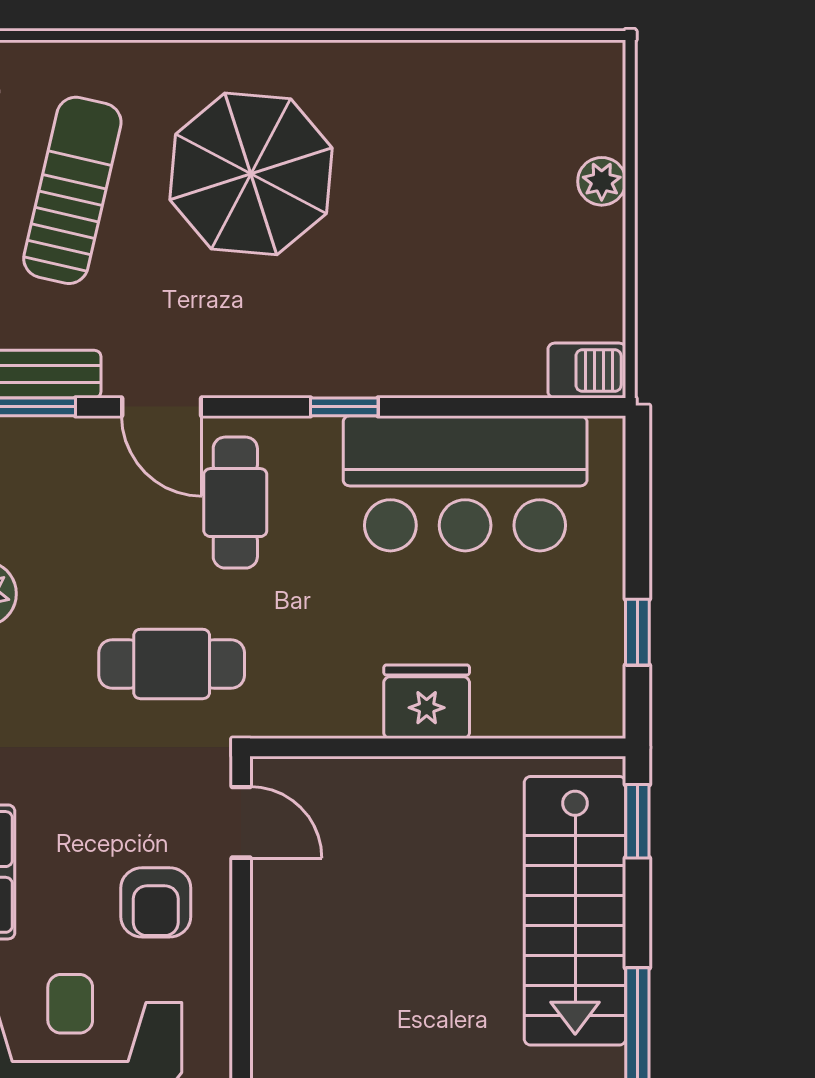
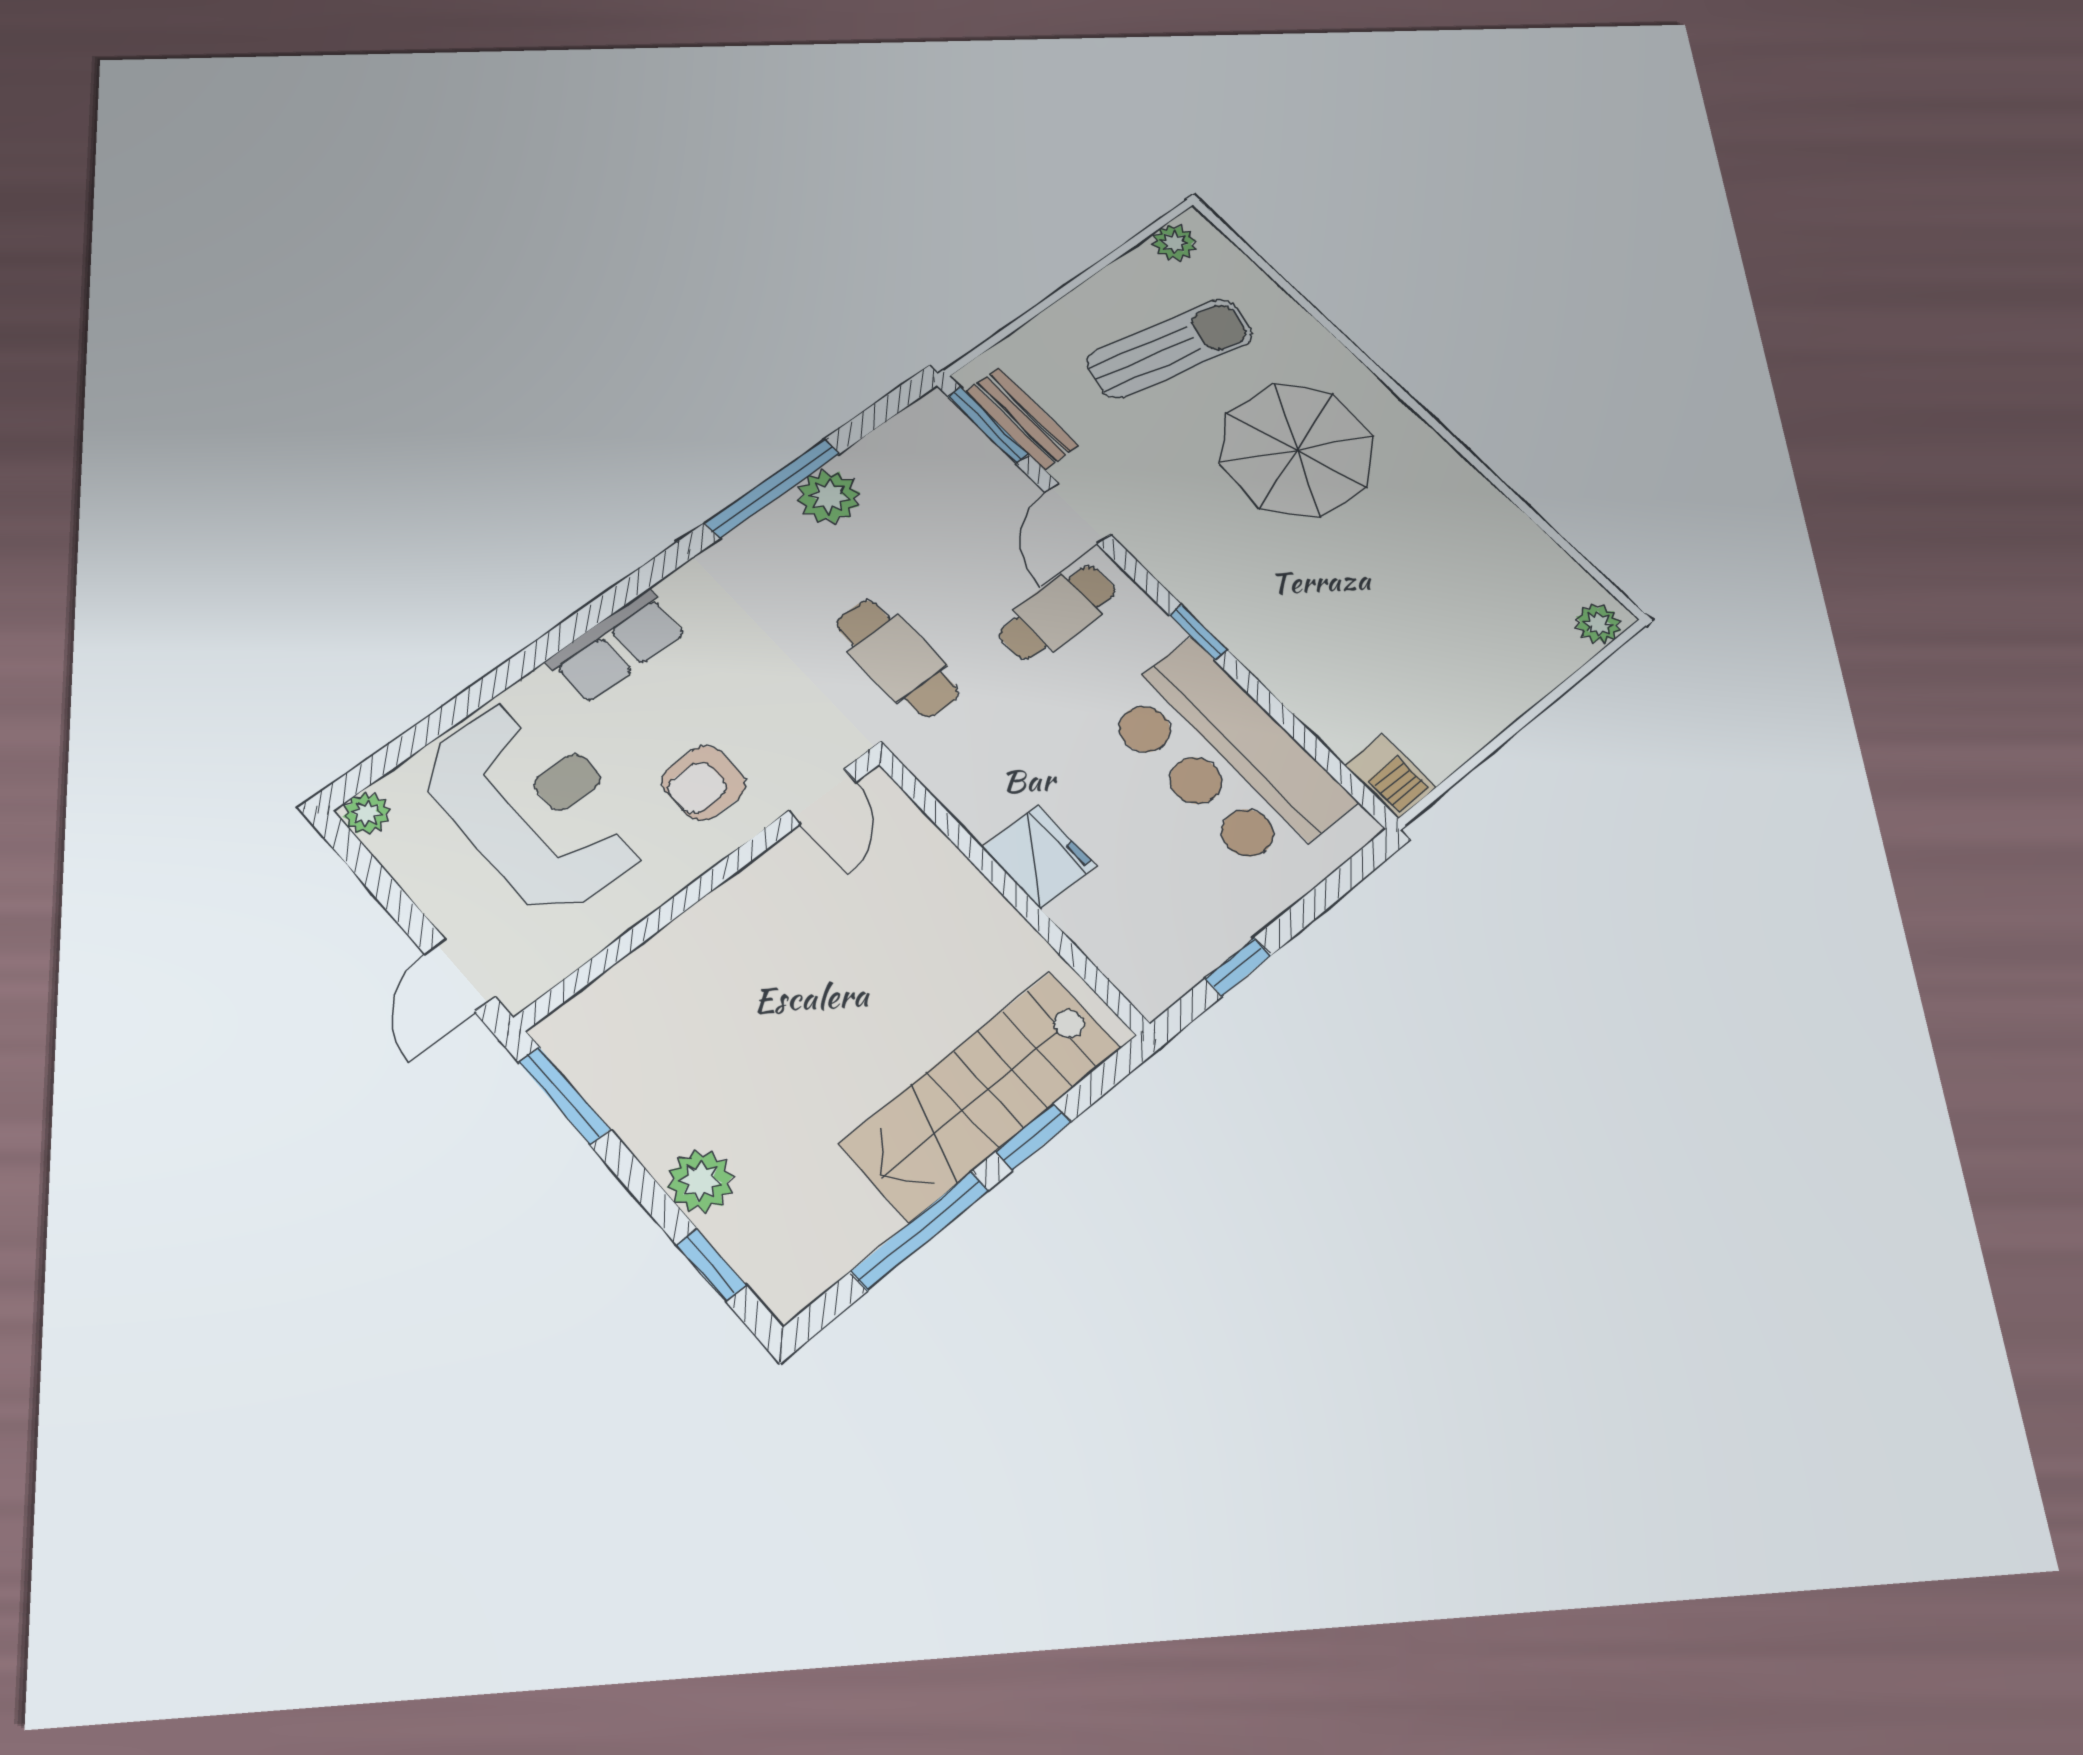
plant: (602, 181) -> (1598, 624), moved
window: (637, 821) -> (1033, 1137), moved

